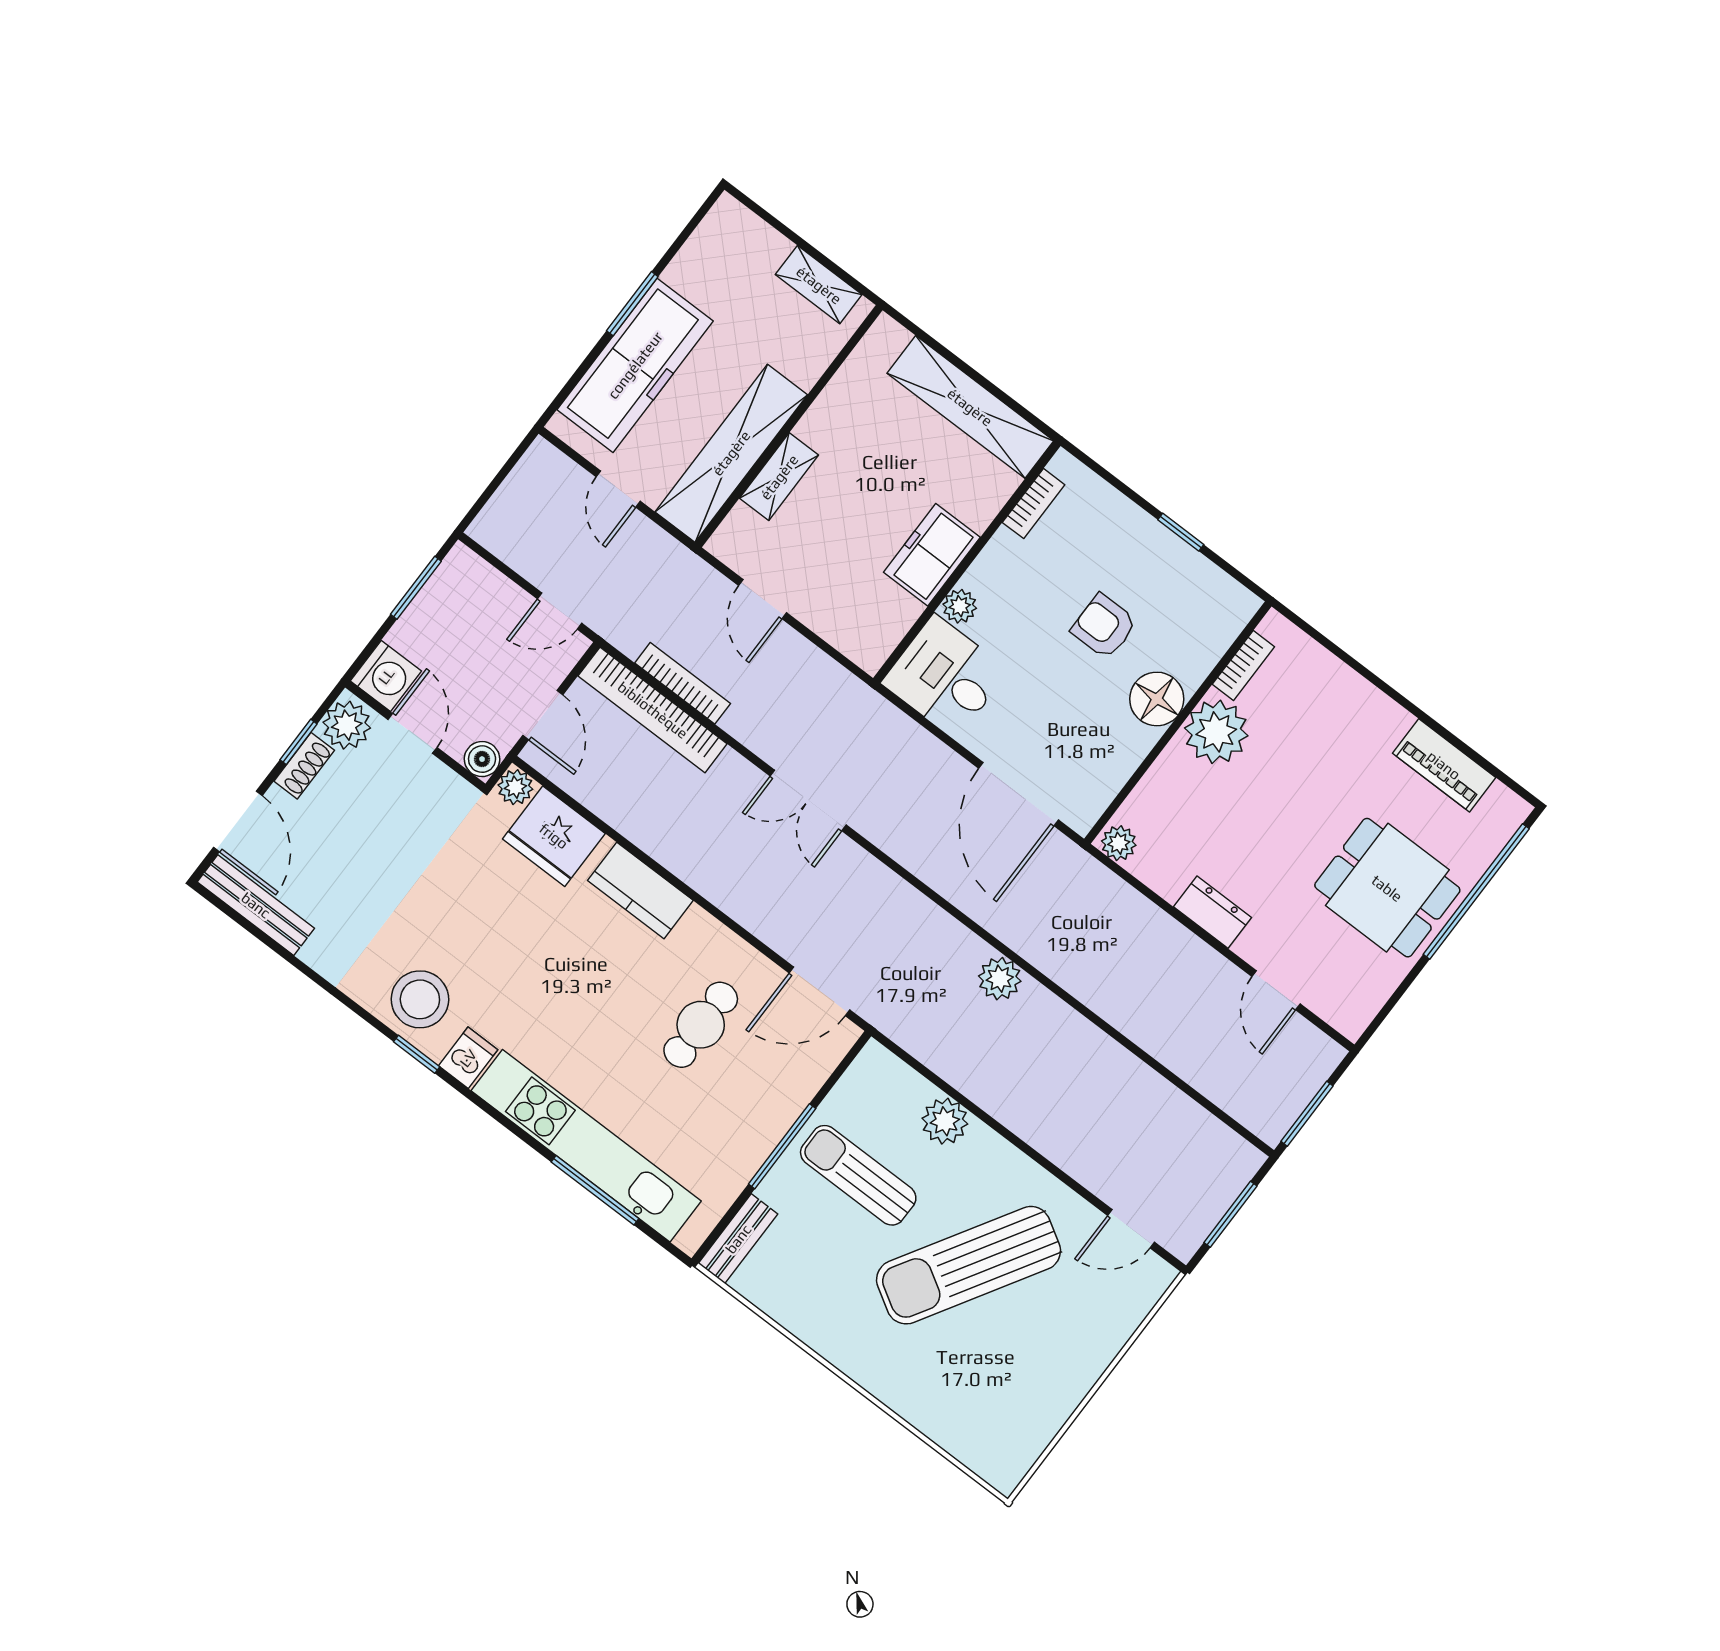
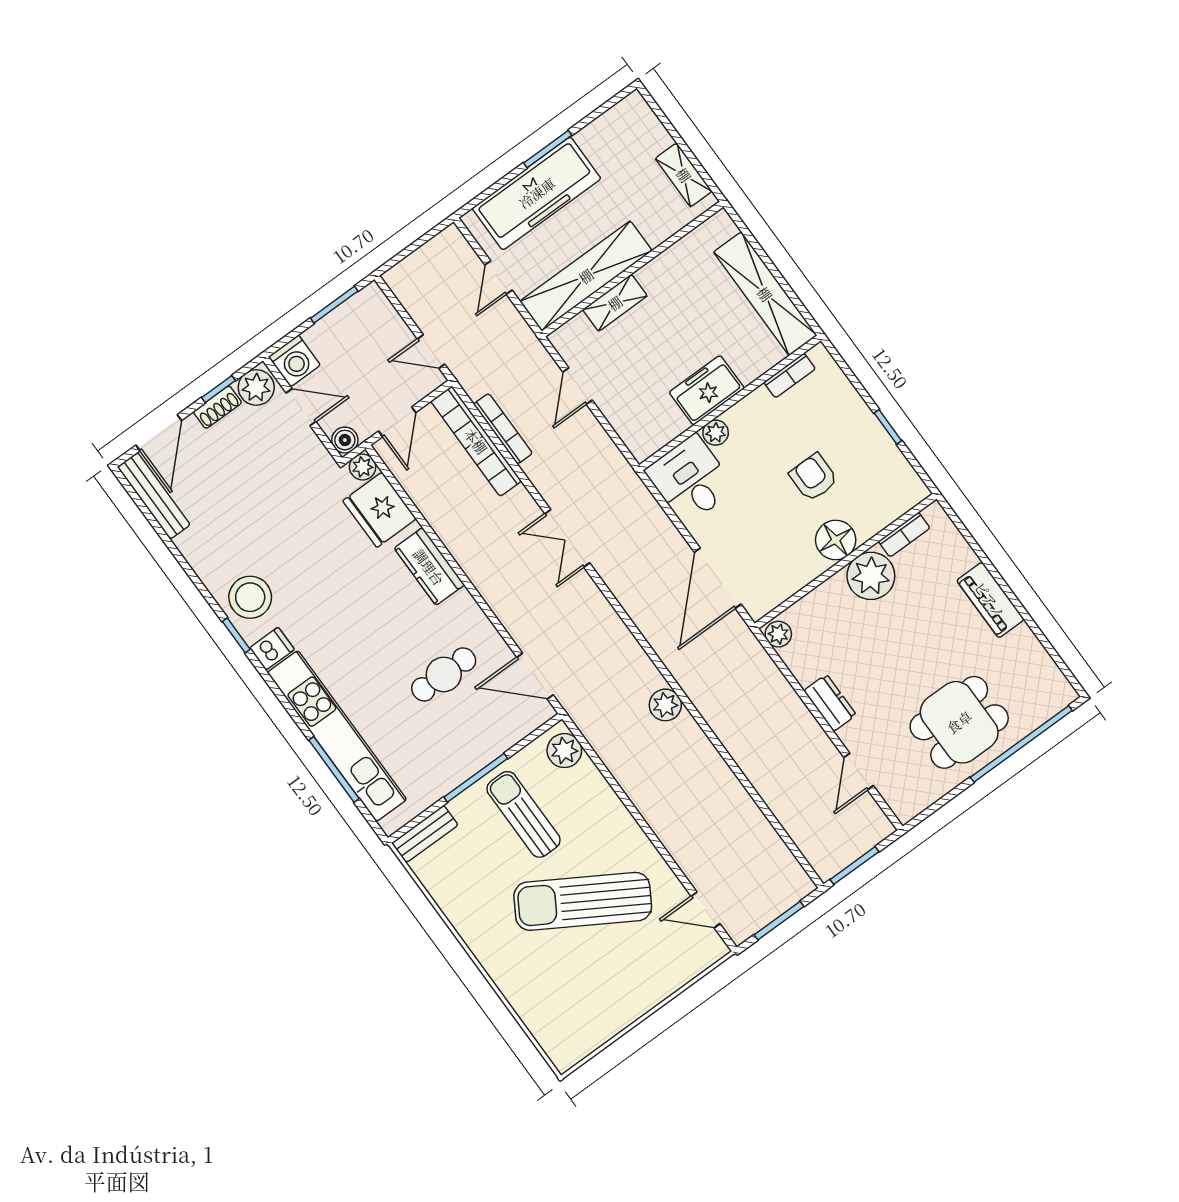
door: (412, 733) -> (301, 407), hinge flipped
piano: (1444, 765) -> (990, 600), moved
dining table: (1387, 888) -> (959, 722), turned 90
plant: (945, 1121) -> (564, 751), moved

